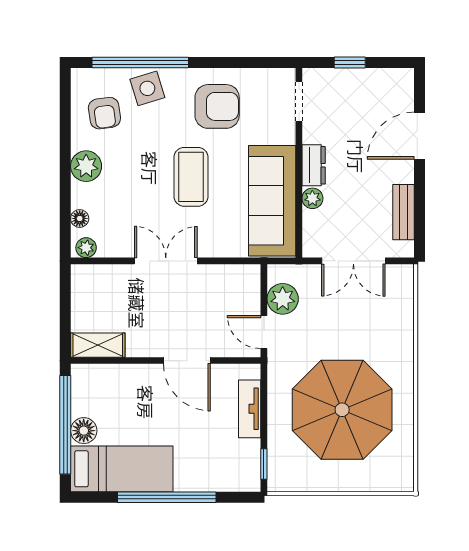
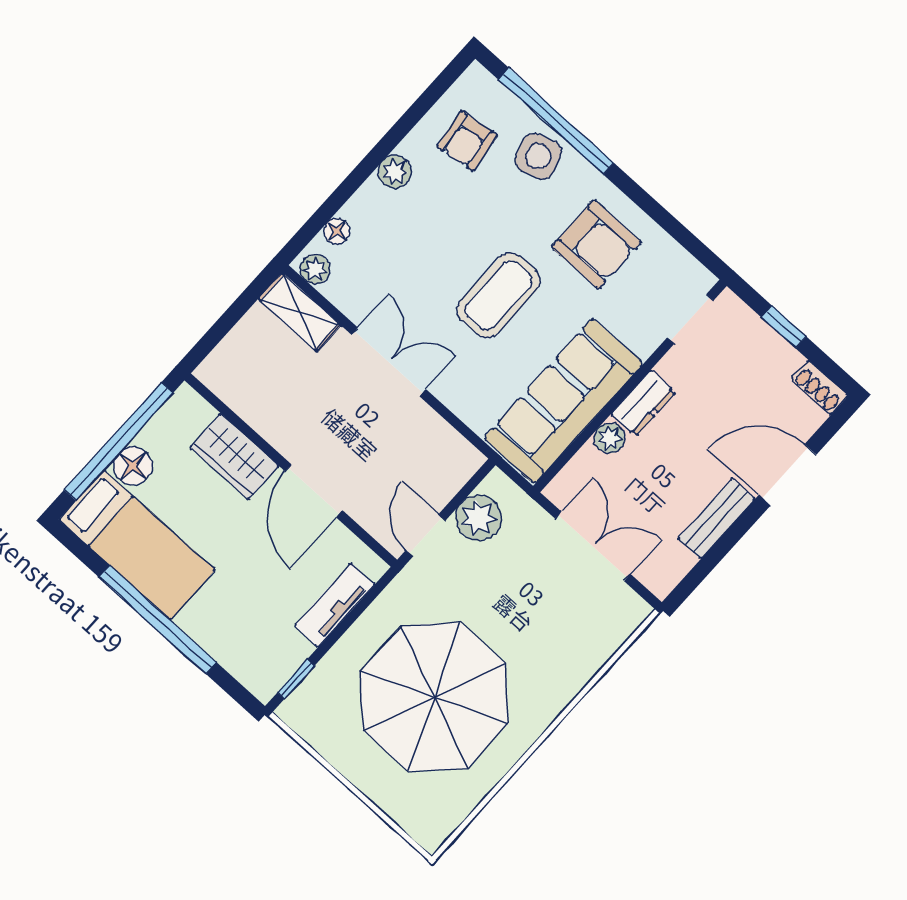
shoe rack: (396, 77) -> (820, 387), added
plant: (86, 166) -> (395, 172), width x0.73, depth x0.73
bench: (403, 212) -> (716, 518), moved
double door: (353, 261) -> (593, 546), swing flipped
shelving: (98, 345) -> (300, 312), moved
wardrobe: (131, 379) -> (235, 457), added

